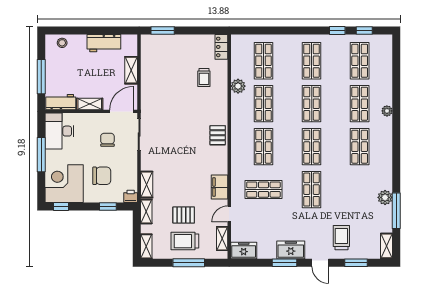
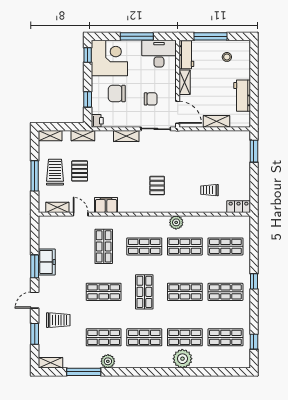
window: (337, 31) -> (254, 281), moved
stool: (62, 43) -> (227, 57), moved
plant: (238, 86) -> (176, 222), moved
plant: (387, 111) -> (182, 359), width x1.87, depth x1.87
pallet: (218, 135) -> (157, 186), moved, turned 90
shop shelf: (312, 147) -> (144, 292), turned 90
chair: (102, 176) -> (117, 94), turned 90
shelving: (147, 185) -> (126, 136), moved
shop shelf: (360, 190) -> (104, 337), added
plant: (385, 197) -> (108, 361), moved
freezer: (244, 250) -> (46, 228), removed
freezer: (291, 250) -> (47, 262), moved

